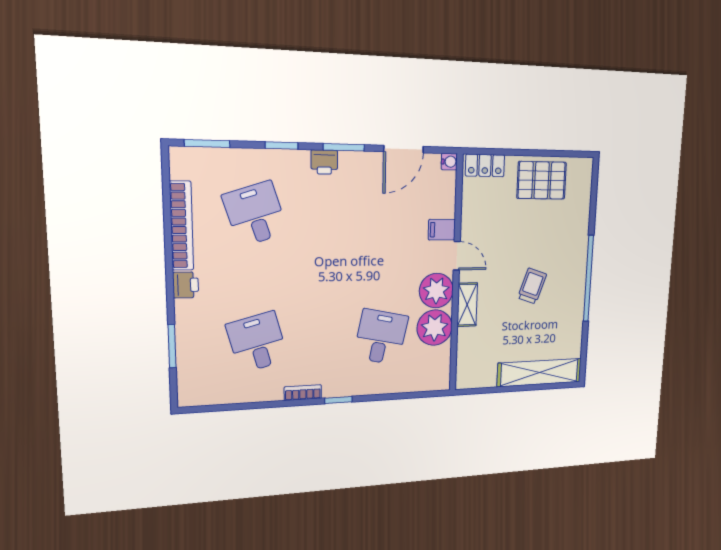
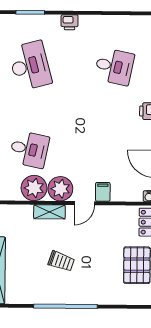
desk: (255, 214) -> (114, 67), turned 30
bookcase: (182, 226) -> (107, 21), removed
desk: (257, 342) -> (30, 66), width x1.37

